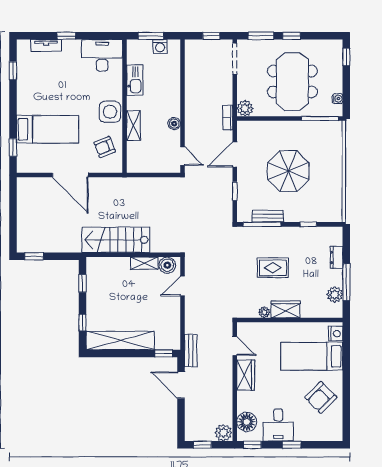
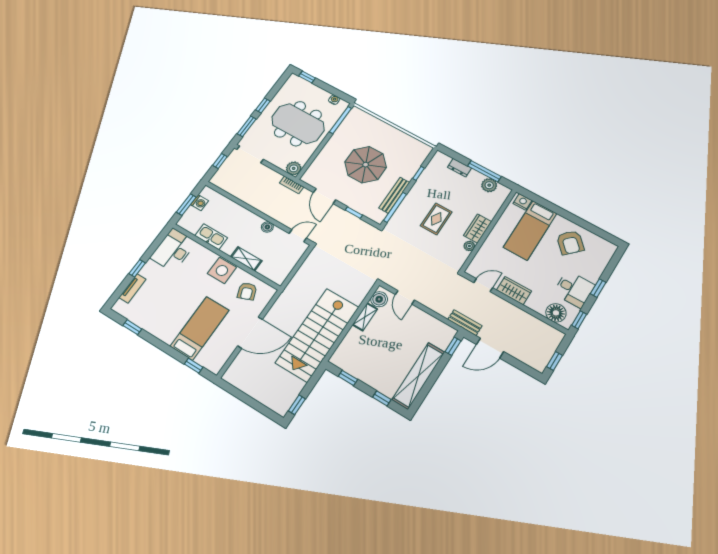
bench: (268, 216) -> (394, 195), width x1.36
stairs: (116, 240) -> (317, 335), width x1.36, depth x1.51
plant: (223, 433) -> (554, 337), removed

